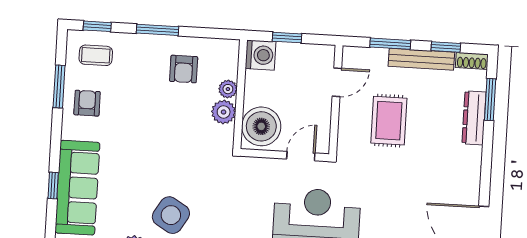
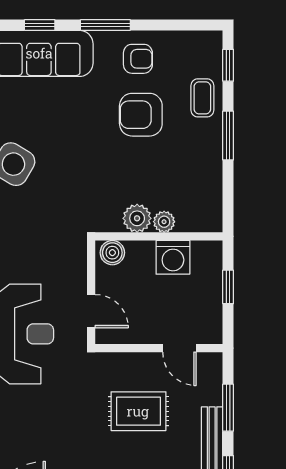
coffee table: (96, 55) -> (202, 98), moved
washing machine: (260, 55) -> (173, 257), moved
armchair: (184, 69) -> (141, 115), moved, width x1.38, depth x1.38
window: (59, 86) -> (105, 25), moved
boiler: (261, 126) -> (112, 253), width x0.54, depth x0.54

